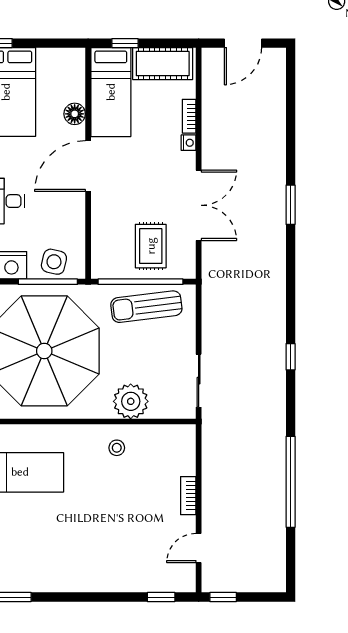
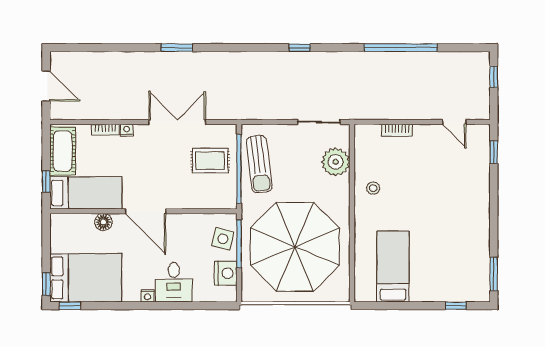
plant: (131, 401) -> (336, 162), moved
bookcase: (188, 496) -> (397, 130), moved
window: (223, 597) -> (494, 77), moved

